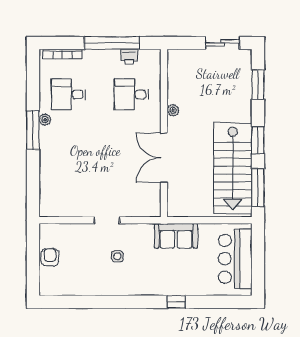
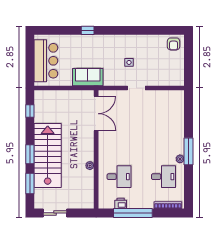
window: (258, 140) -> (30, 154), moved
double door: (164, 158) -> (96, 114), moved
stairs: (233, 168) -> (48, 155), moved
window: (258, 188) -> (30, 111), width x0.46
armchair: (50, 257) -> (174, 44), moved

